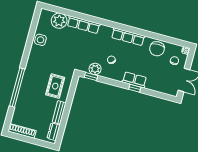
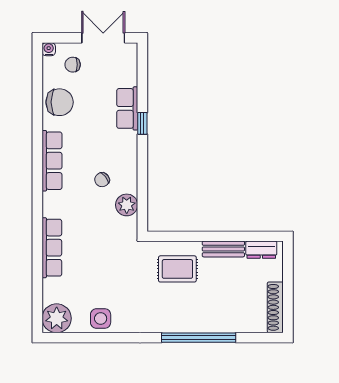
plant: (59, 21) -> (57, 318), moved
window: (91, 76) -> (142, 209), removed
row of seats: (134, 80) -> (127, 108), moved

